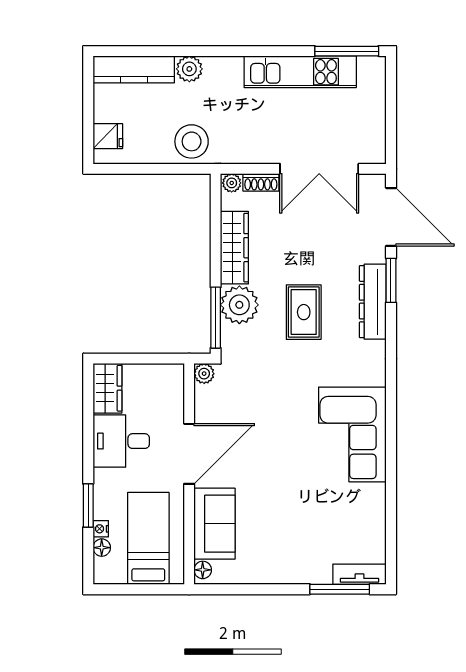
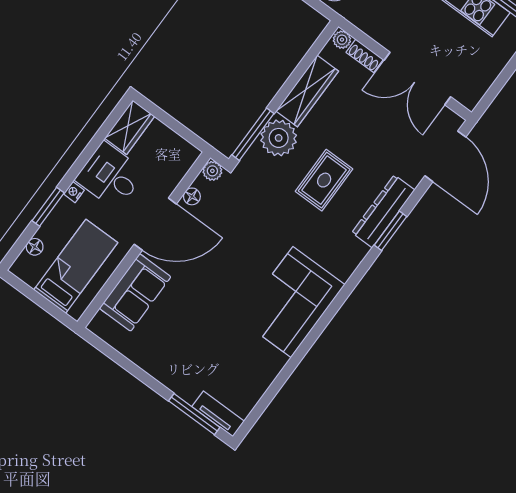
window: (391, 280) -> (390, 231), moved
nightstand: (101, 529) -> (74, 192), moved
floor lamp: (203, 570) -> (192, 196), moved

